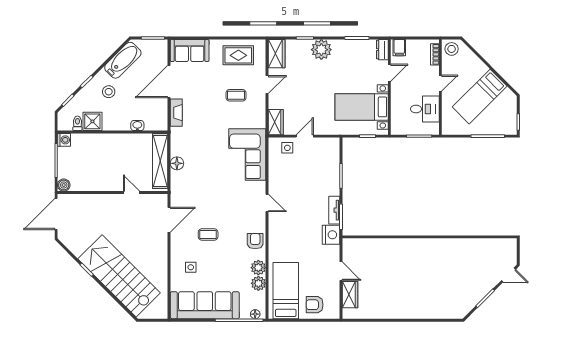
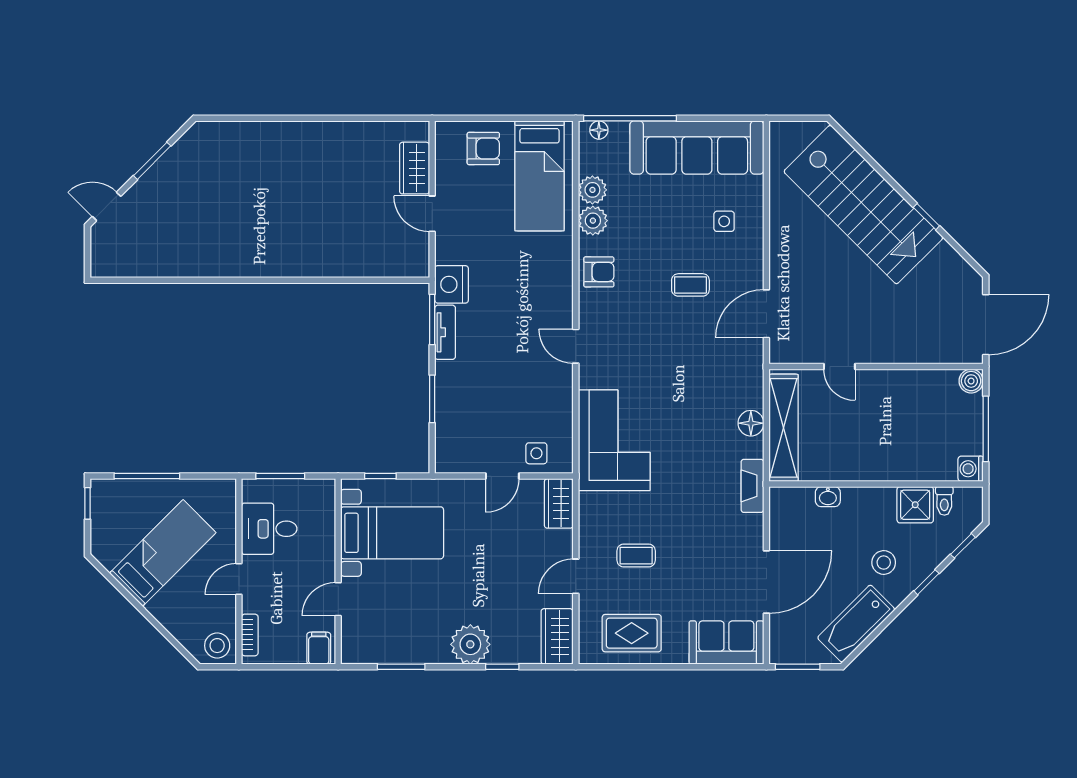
dresser: (382, 50) -> (352, 644), removed
fireplace: (176, 113) -> (752, 486), moved
armchair: (255, 241) -> (599, 272), turned -90

